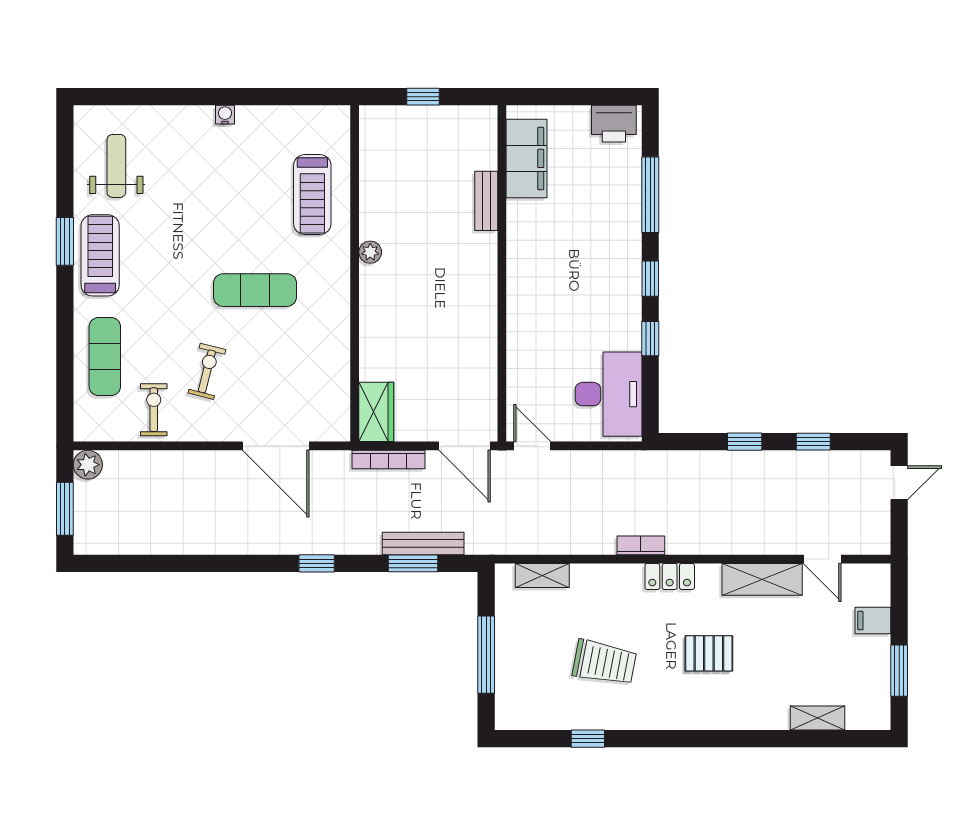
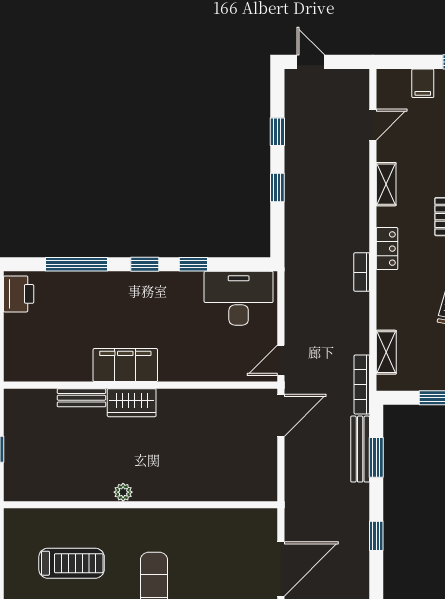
filing cabinet: (526, 158) -> (125, 365), moved
treadmill: (312, 195) -> (72, 563), moved
wardrobe: (376, 412) -> (132, 403), moved, turned 180
bookcase: (388, 460) -> (362, 384), moved, turned 180
shelving: (762, 579) -> (386, 184), width x0.67, depth x0.75

